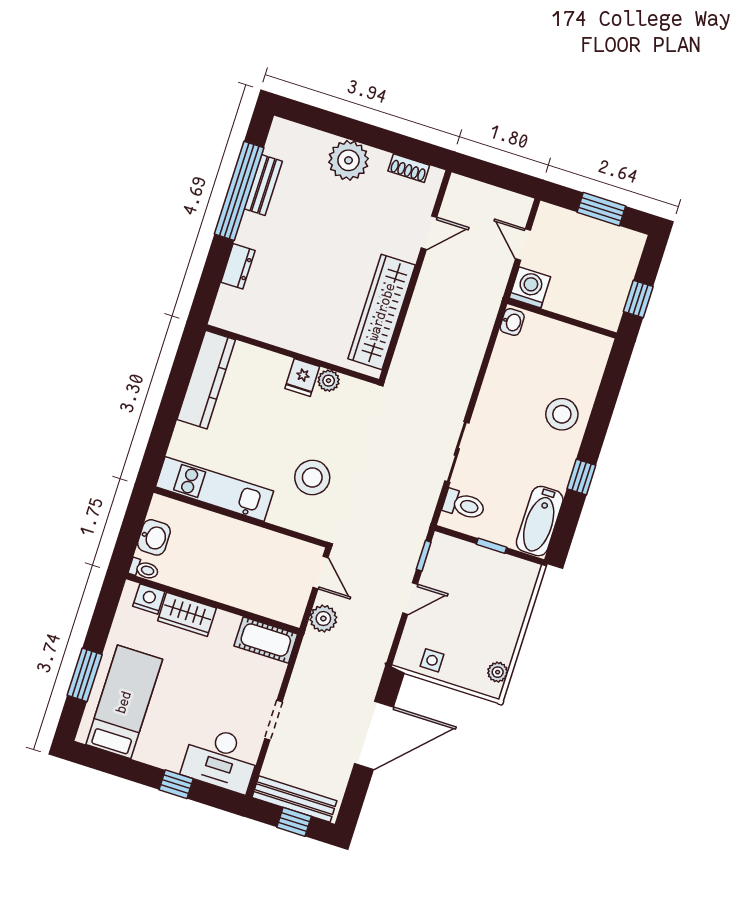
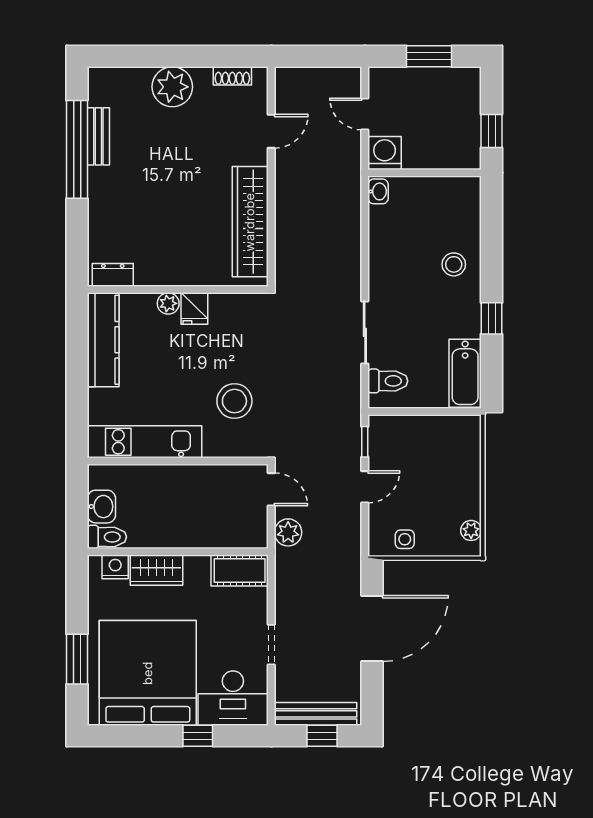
dresser: (238, 266) -> (113, 275), moved, turned -90
plant: (329, 381) -> (168, 303), moved
stool: (562, 414) -> (454, 264), width x0.73, depth x0.73
window: (492, 546) -> (427, 412), removed
toilet: (144, 569) -> (107, 537), width x1.37, depth x1.39
bed: (124, 702) -> (148, 673), width x2.04

